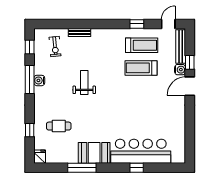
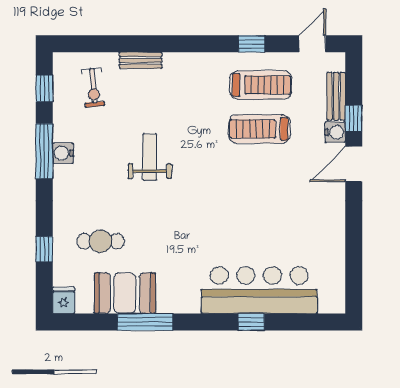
bench: (181, 47) -> (336, 96), width x0.73
booth: (94, 153) -> (125, 293), moved

